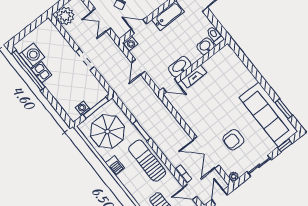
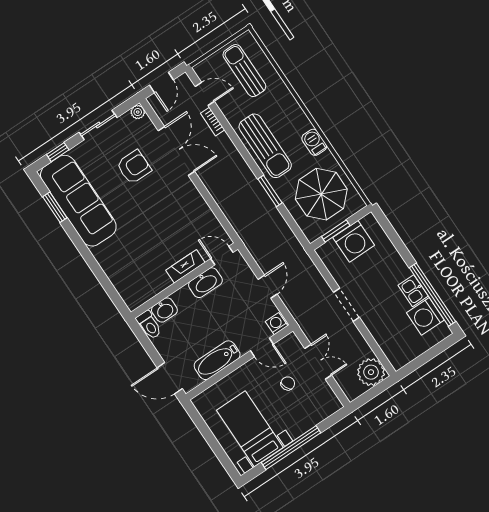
washing machine: (83, 108) -> (354, 241), width x1.89, depth x1.89
window: (96, 108) -> (336, 231), width x0.69

